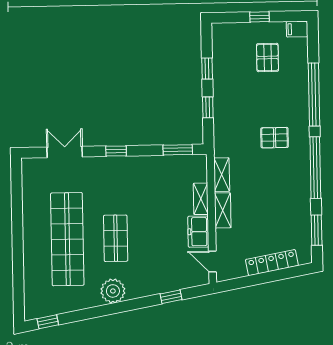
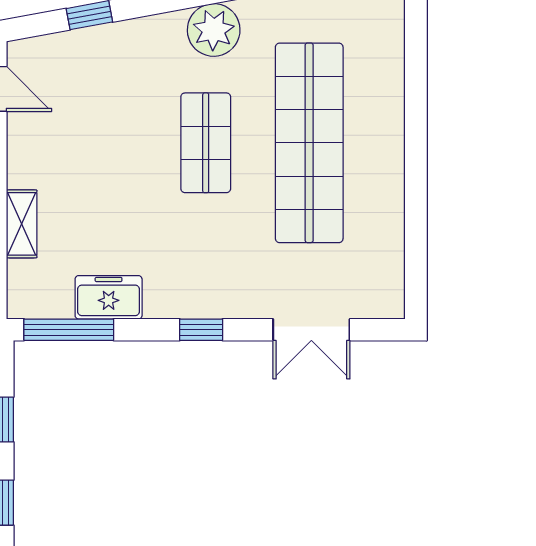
window: (178, 150) -> (69, 330), width x1.44
freezer: (198, 232) -> (109, 297), moved, turned -90

